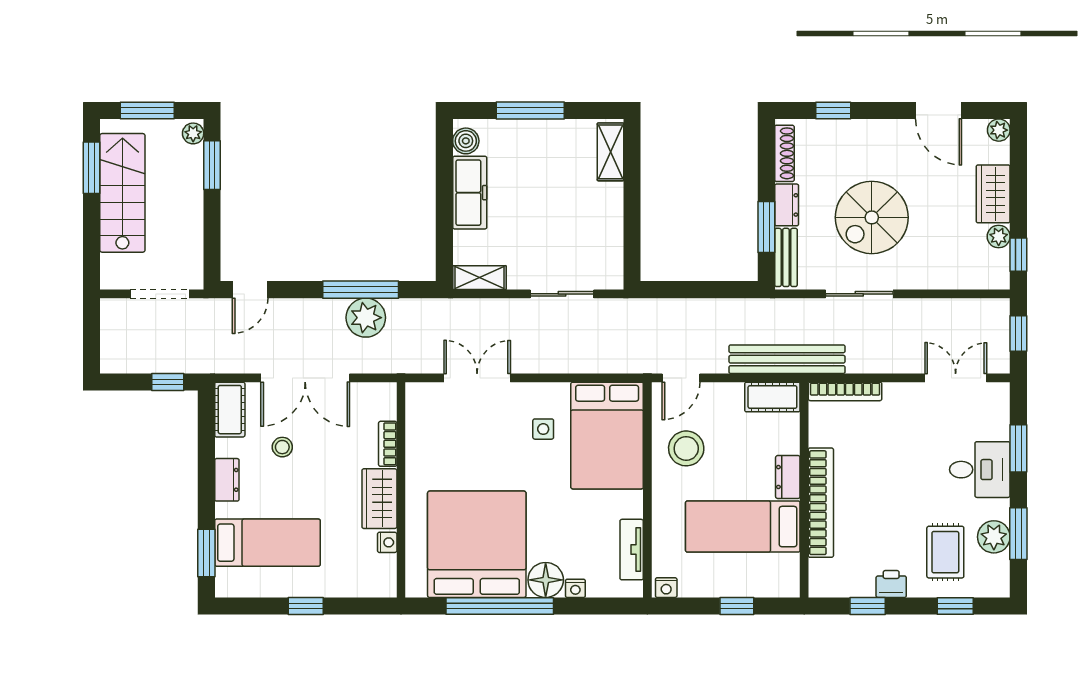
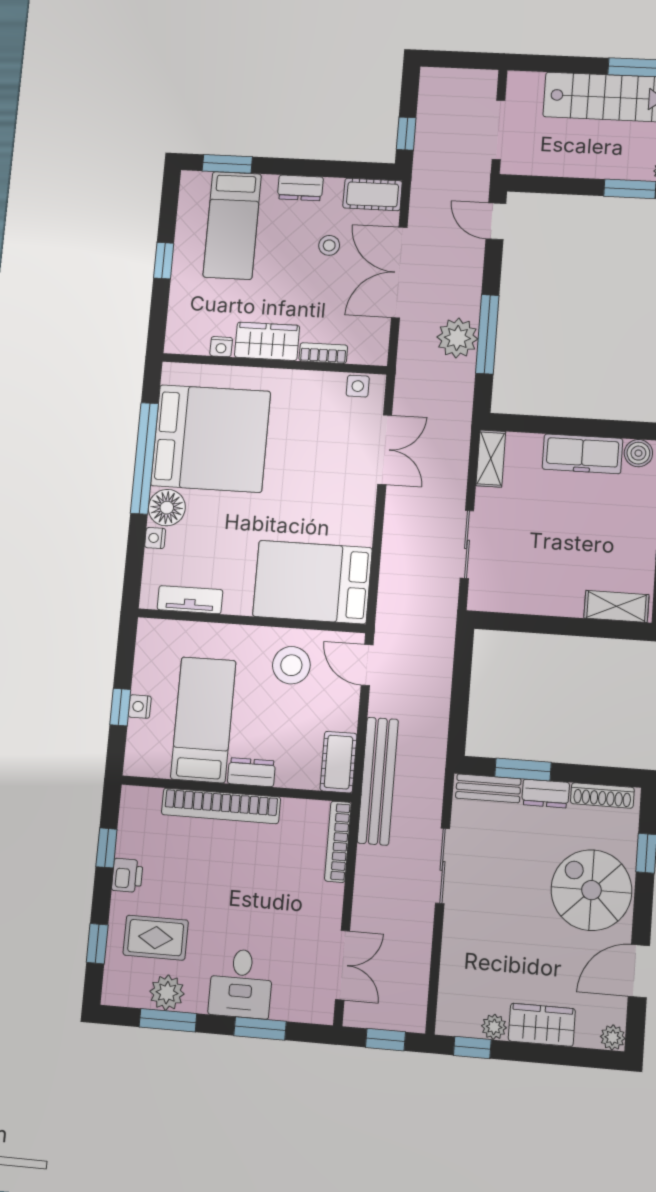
spiral stairs: (872, 217) -> (591, 890), moved
side table: (543, 429) -> (358, 386), moved
nightstand: (666, 588) -> (140, 707), moved

